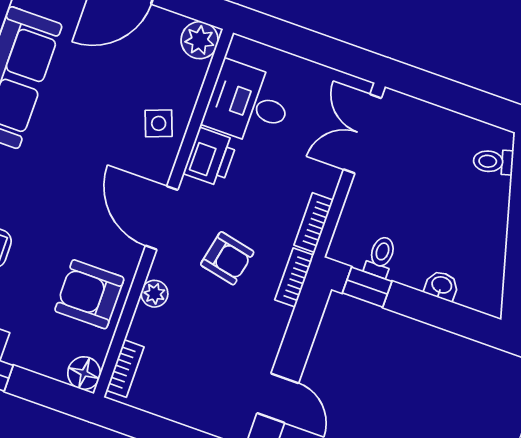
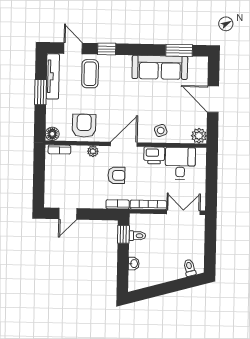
bookcase: (314, 223) -> (148, 205), width x1.56
armchair: (227, 258) -> (116, 175), turned -102

